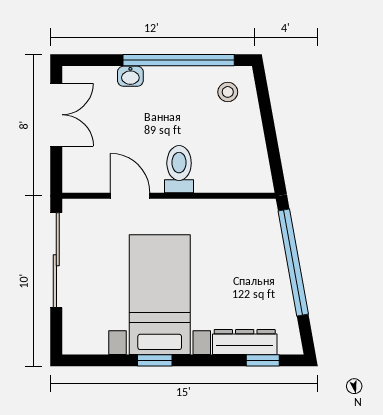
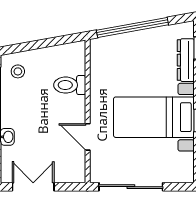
toilet: (179, 169) -> (70, 85), moved
door: (130, 196) -> (88, 137), hinge flipped

